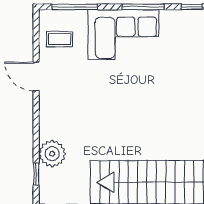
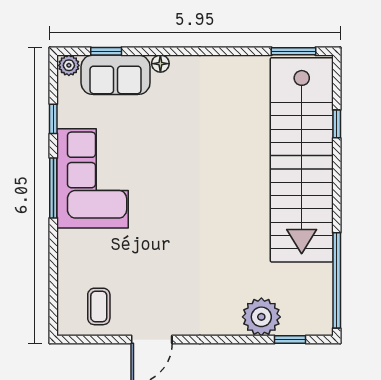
window: (75, 7) -> (53, 285), removed
corner sofa: (123, 35) -> (92, 178), moved

